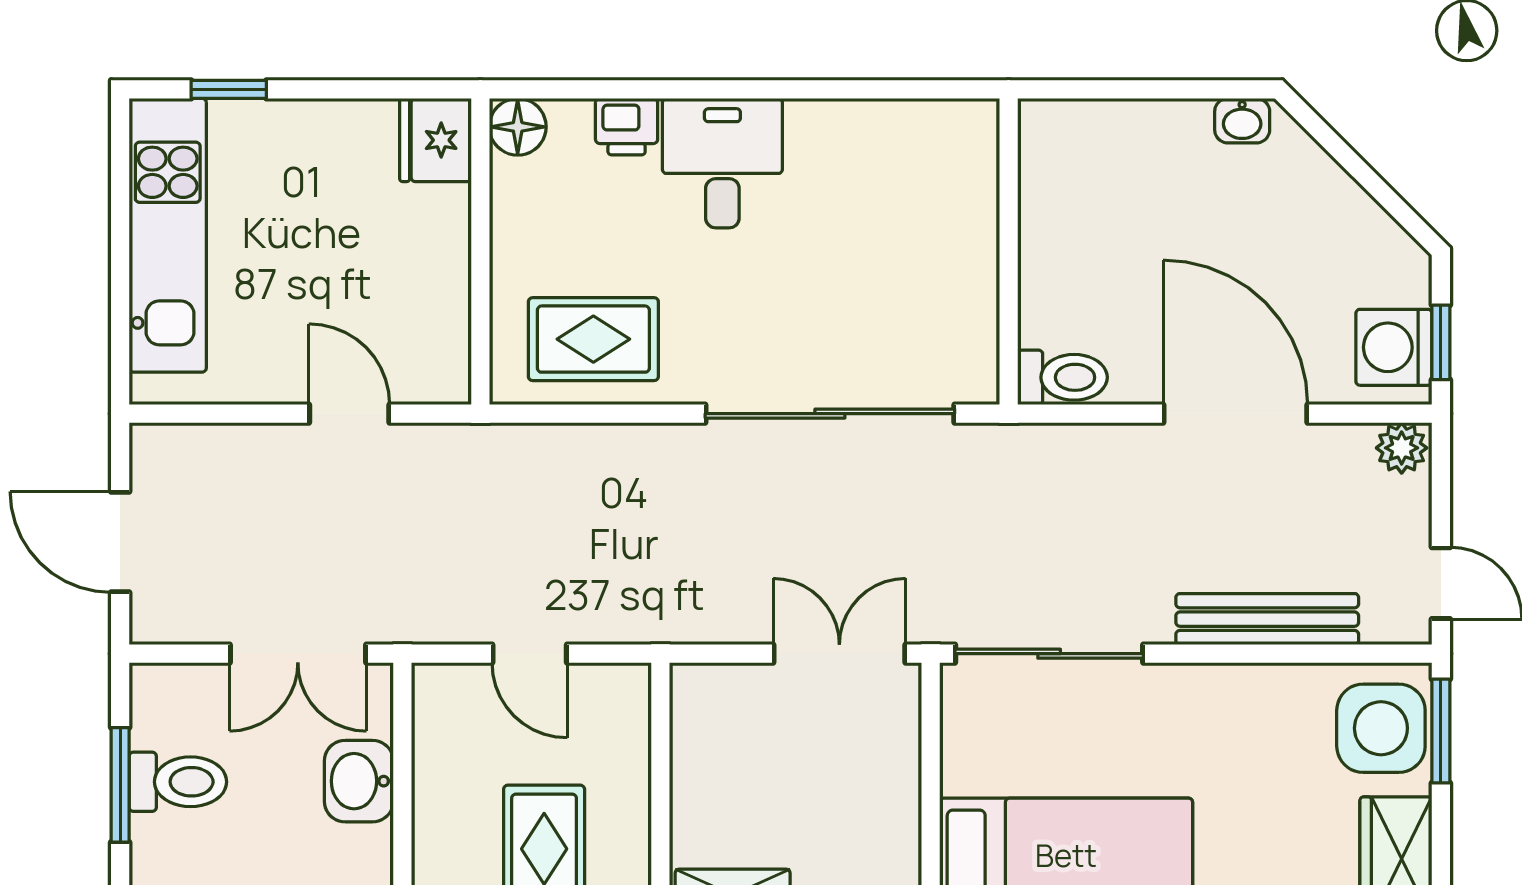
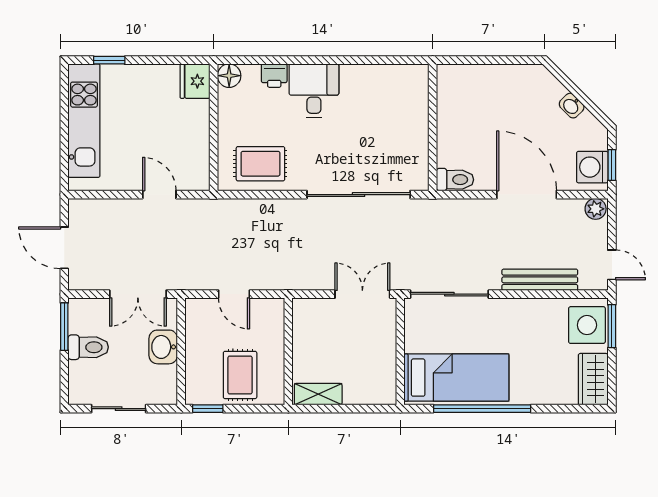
washbasin: (1242, 121) -> (572, 106), moved, turned 45
window: (120, 785) -> (64, 327), moved

